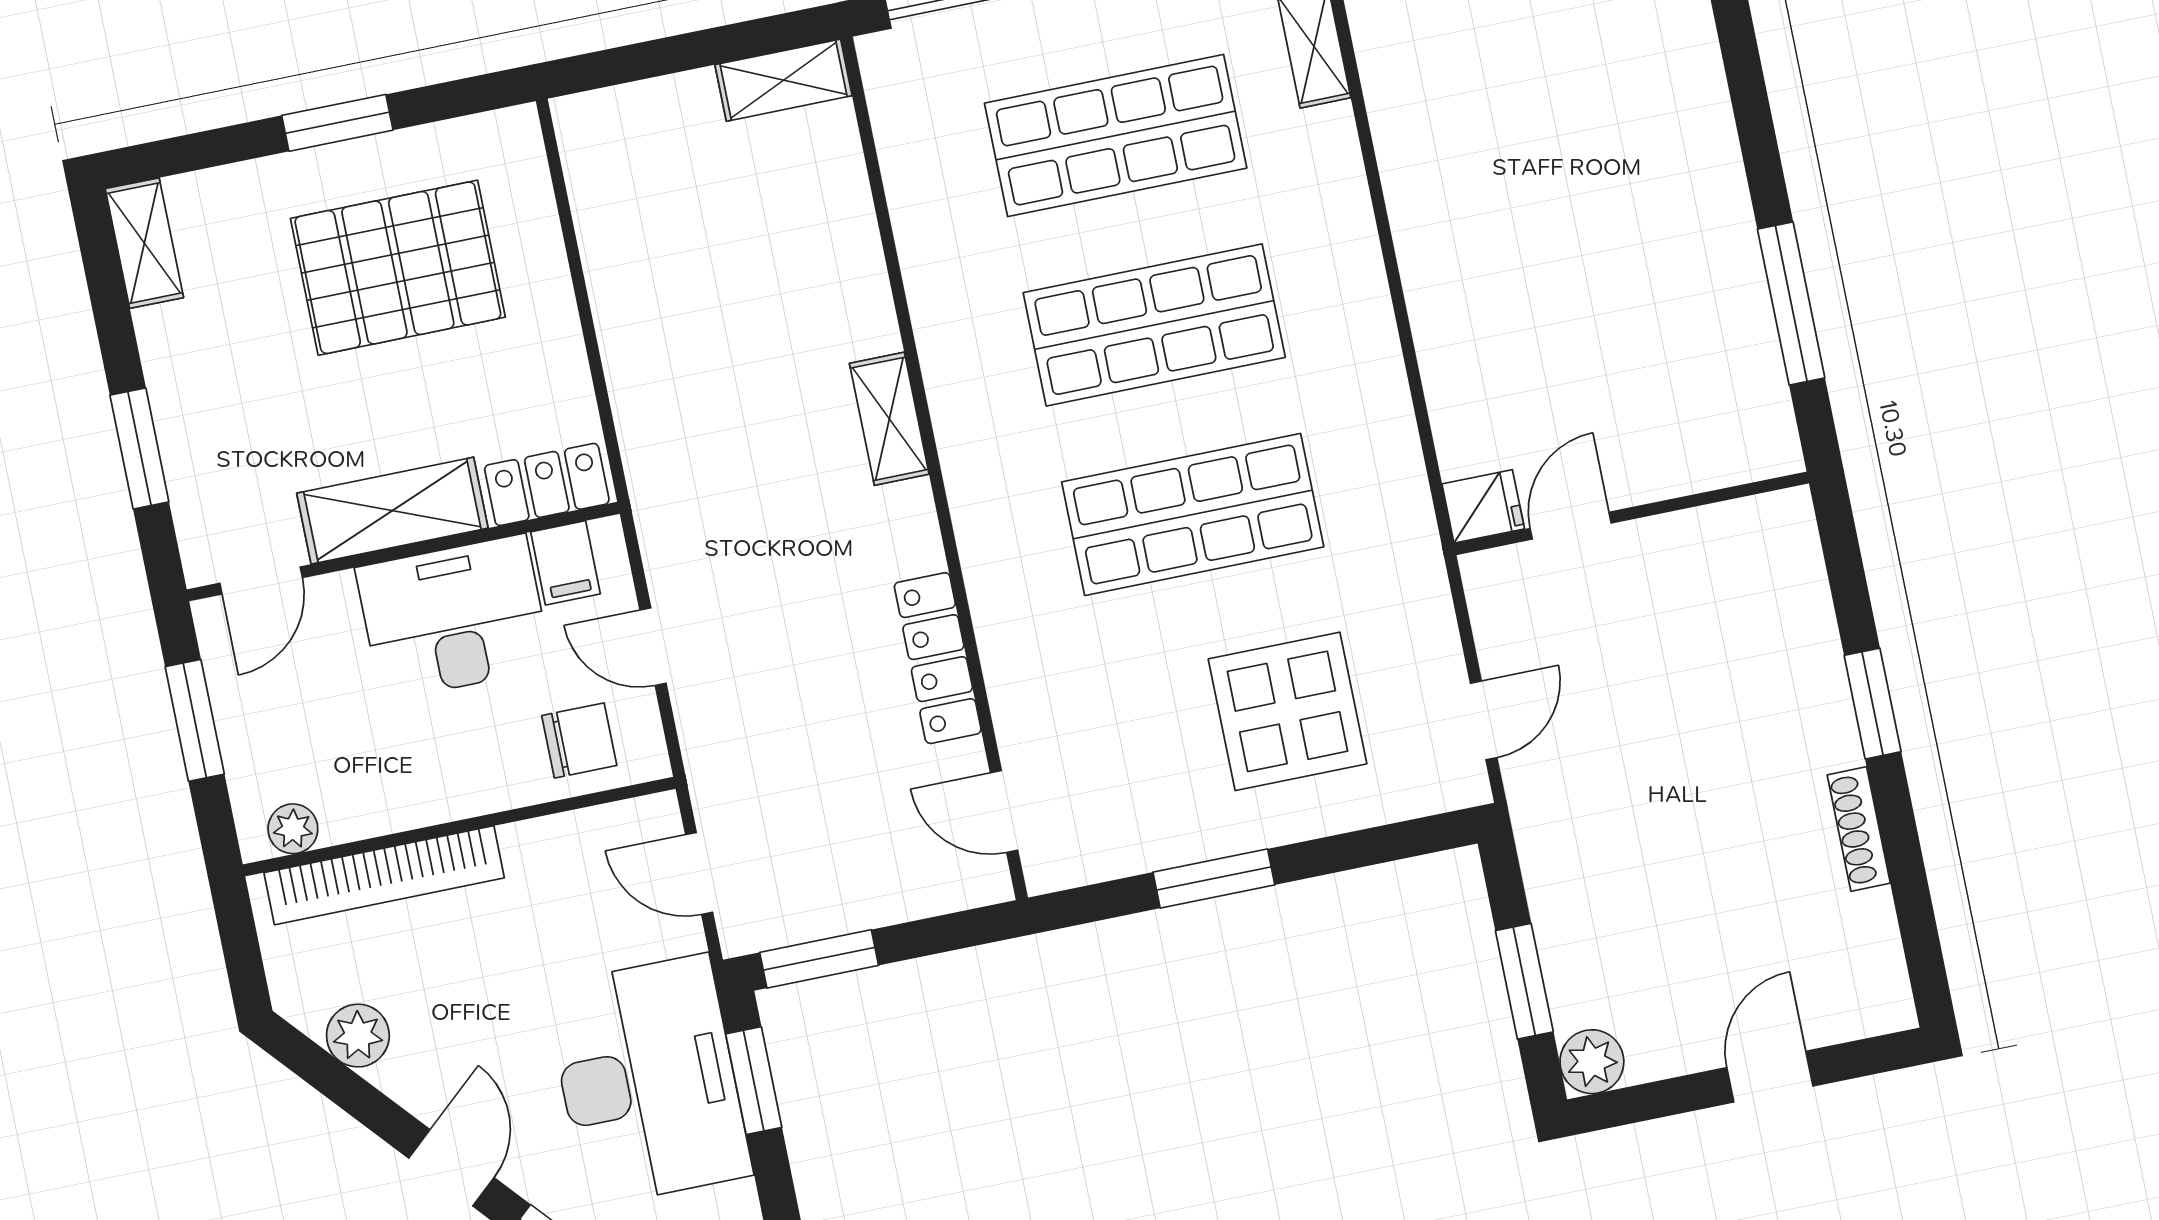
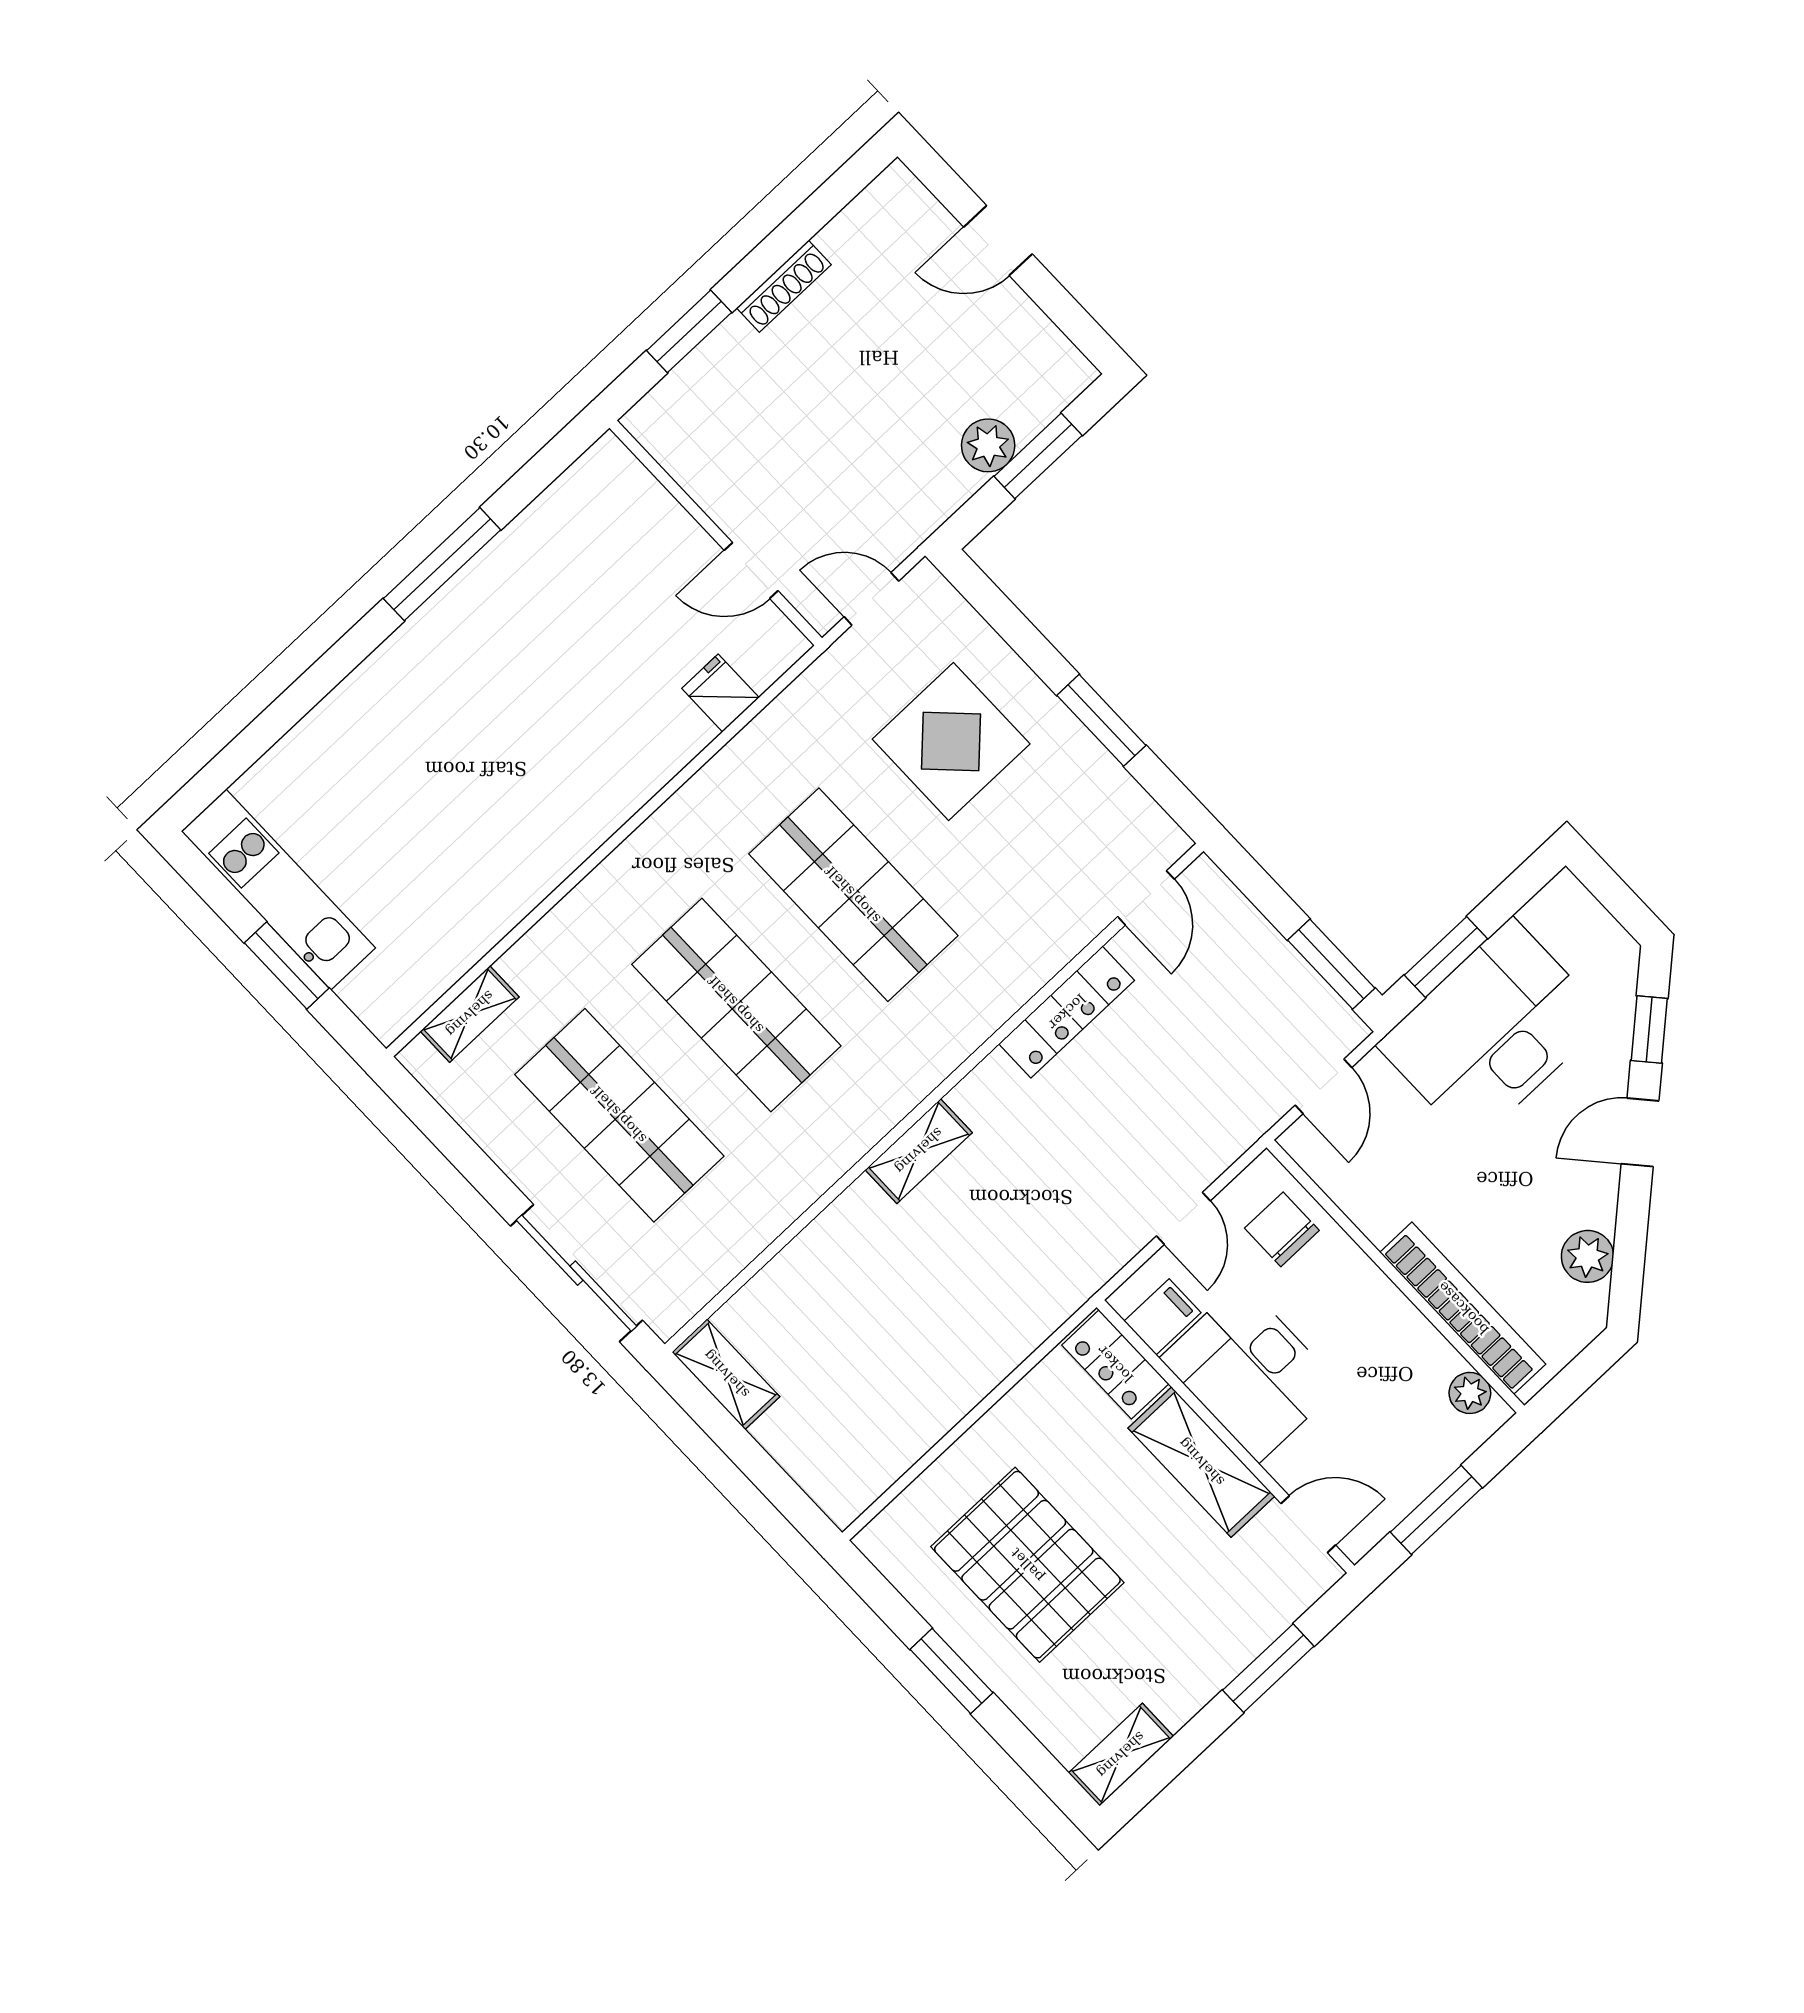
wall: (1631, 513) -> (716, 533), moved
door: (1571, 526) -> (751, 571), moved
plant: (1592, 1062) -> (988, 445), moved

